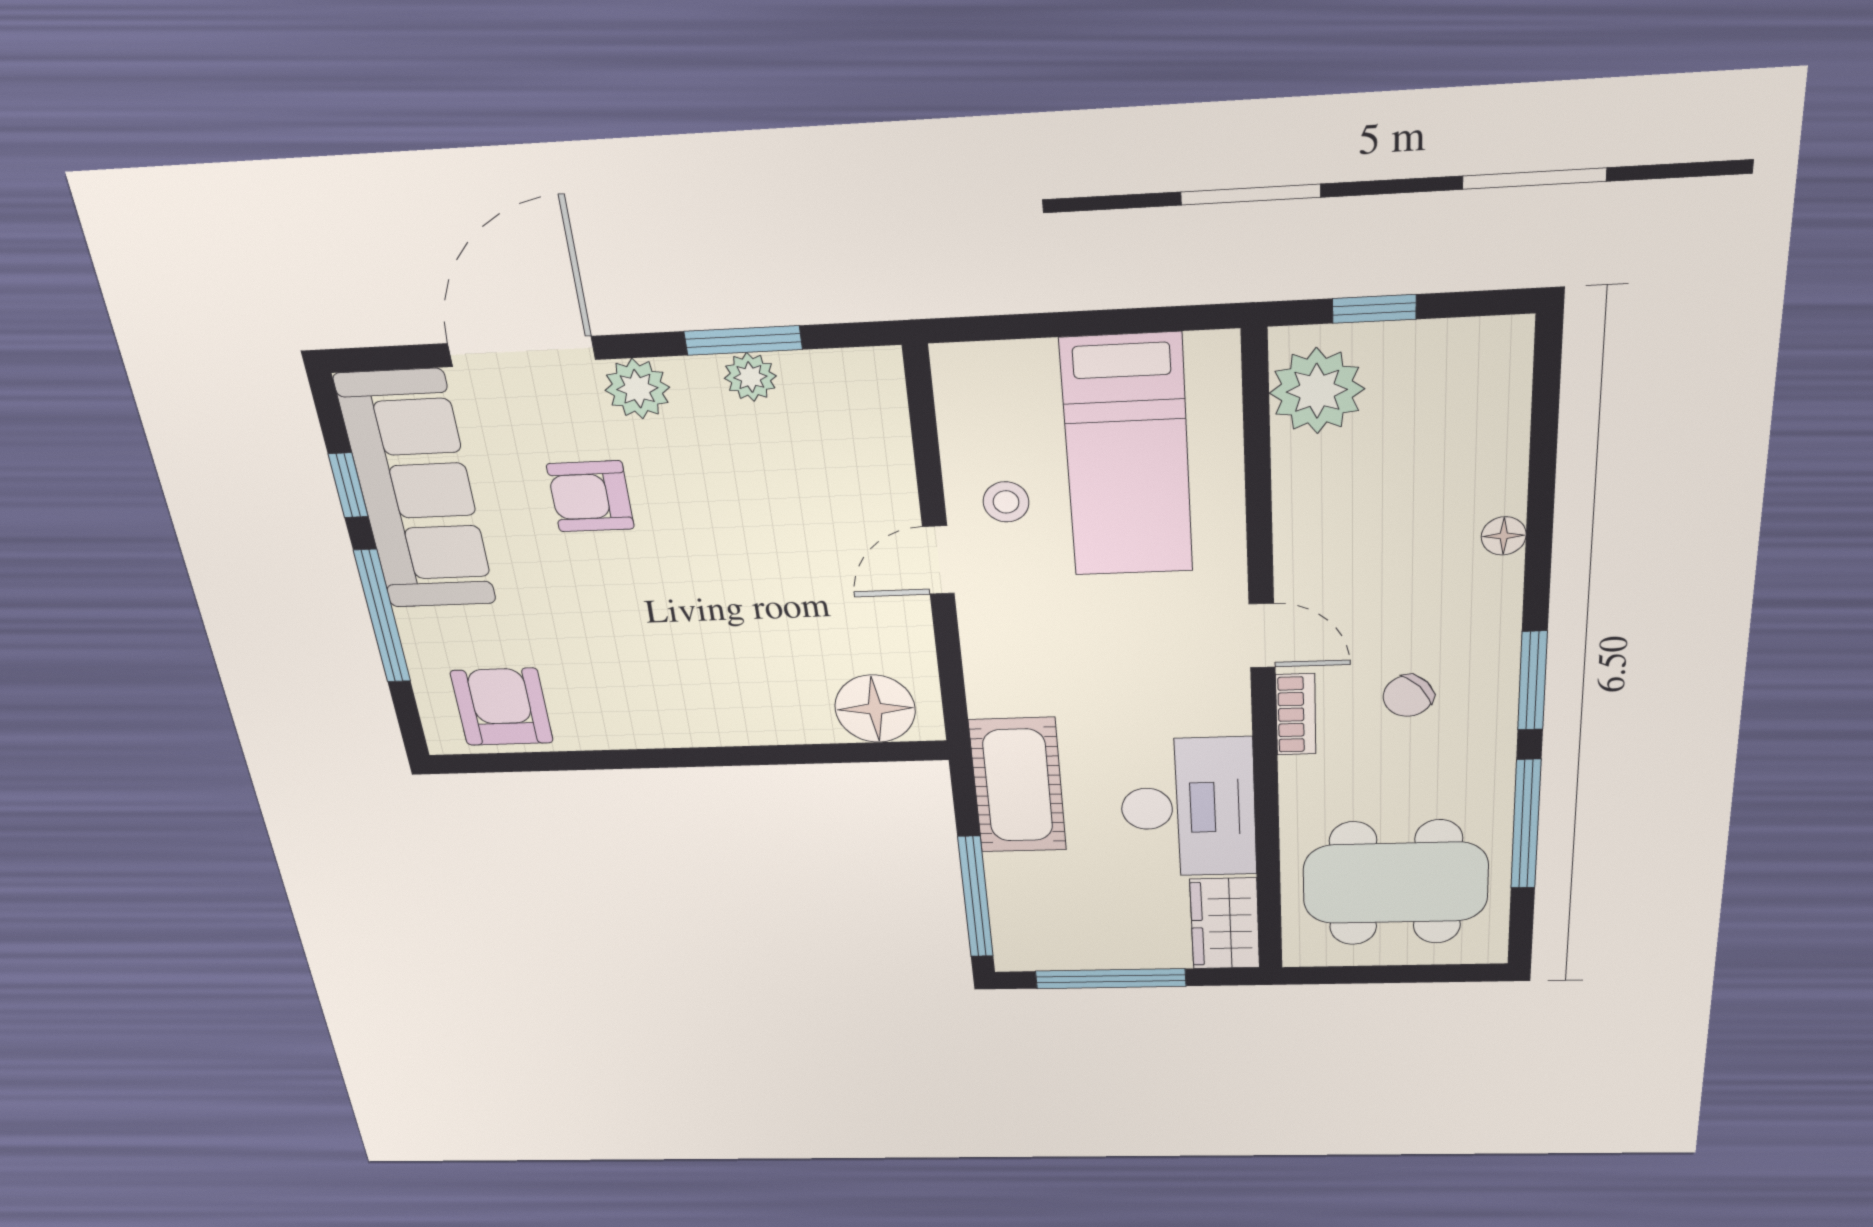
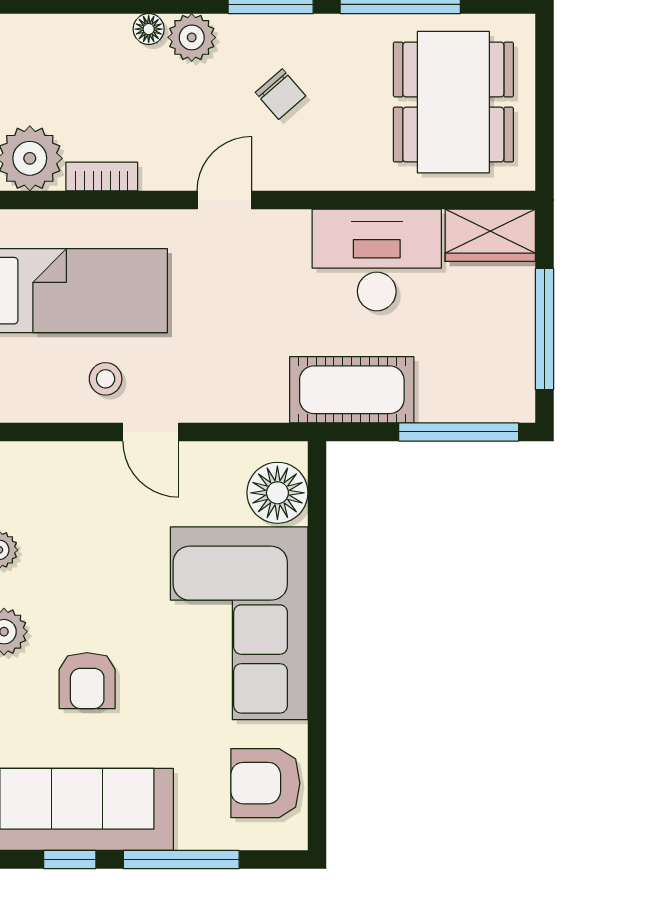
plant: (1490, 589) -> (192, 37), added
corner sofa: (699, 671) -> (239, 623), added
bookcase: (1296, 714) -> (102, 177), moved

